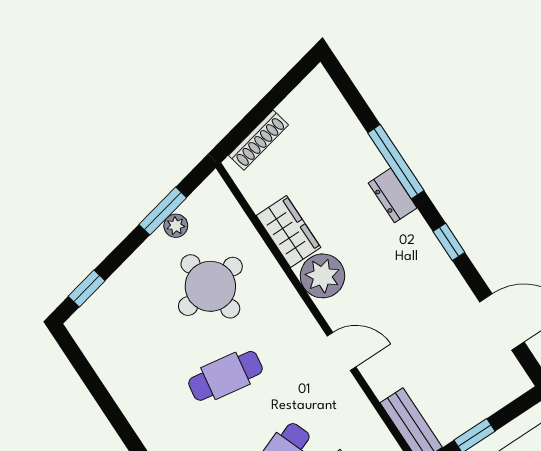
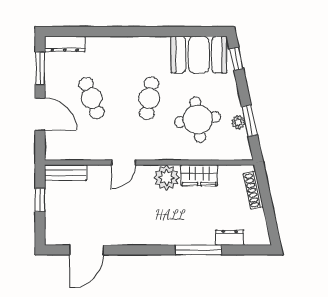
dresser: (393, 195) -> (230, 238), moved
window: (449, 242) -> (142, 250), removed
booth: (116, 346) -> (199, 55), added

